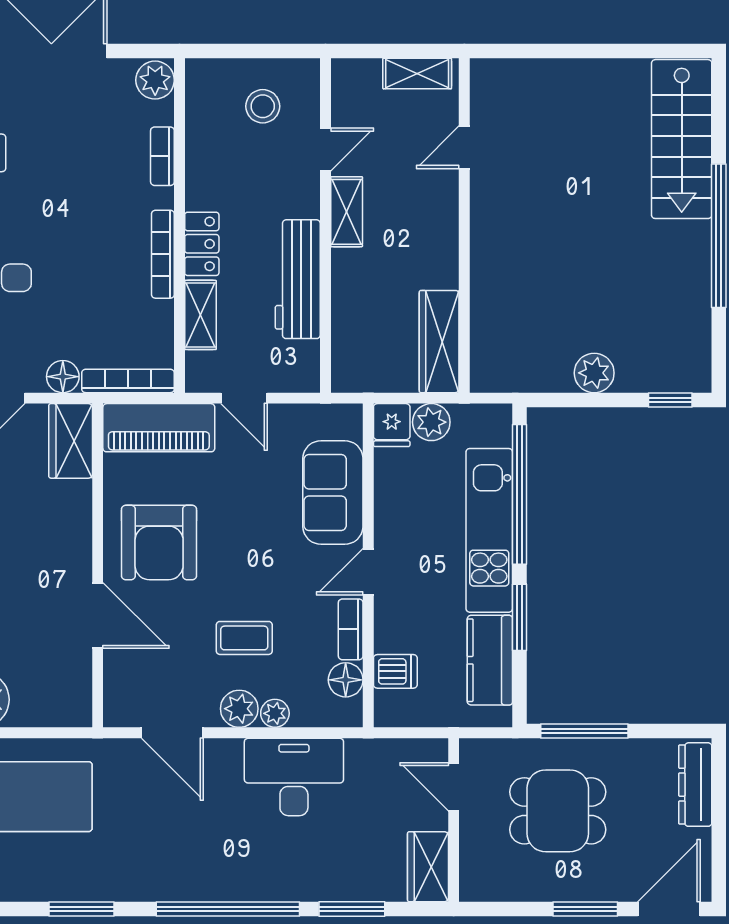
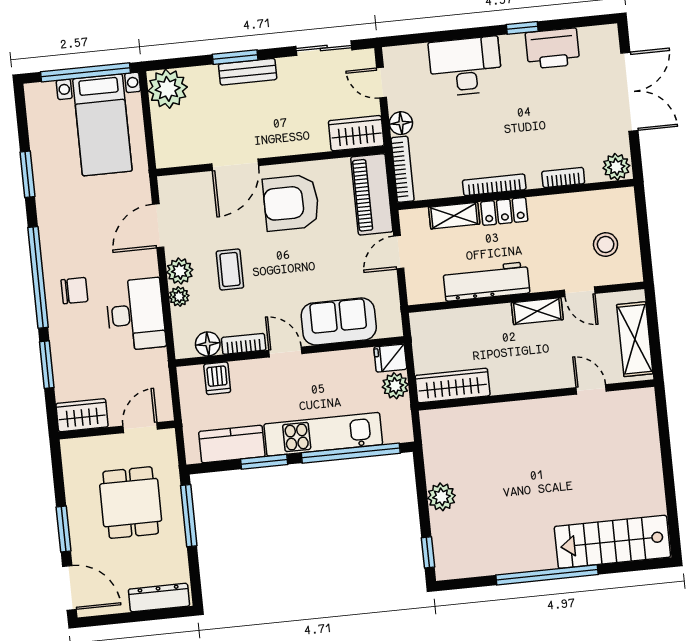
shelving: (417, 74) -> (635, 339), width x1.50, depth x1.33
chair: (252, 860) -> (74, 291), added

